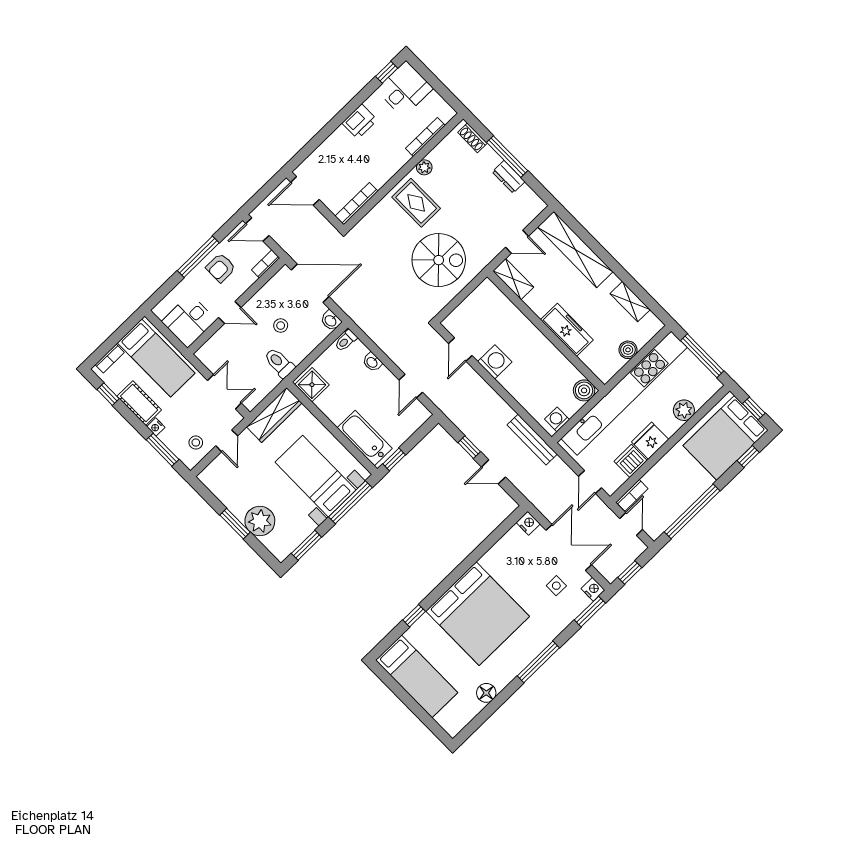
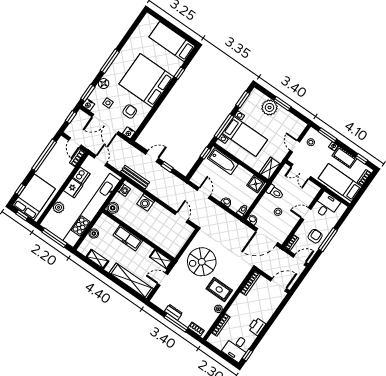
washing machine: (495, 362) -> (146, 202), moved
wardrobe: (274, 415) -> (270, 169), width x0.67
armchair: (519, 562) -> (130, 111), added
floor lamp: (486, 693) -> (104, 84), moved

